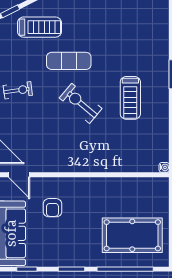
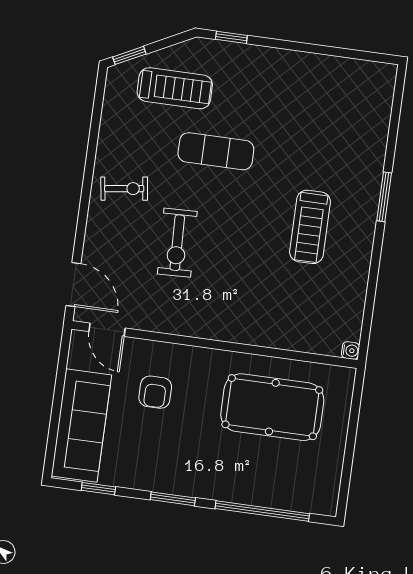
exercise bike: (81, 103) -> (177, 243), moved, turned -132
pool table: (132, 235) -> (272, 407), moved

